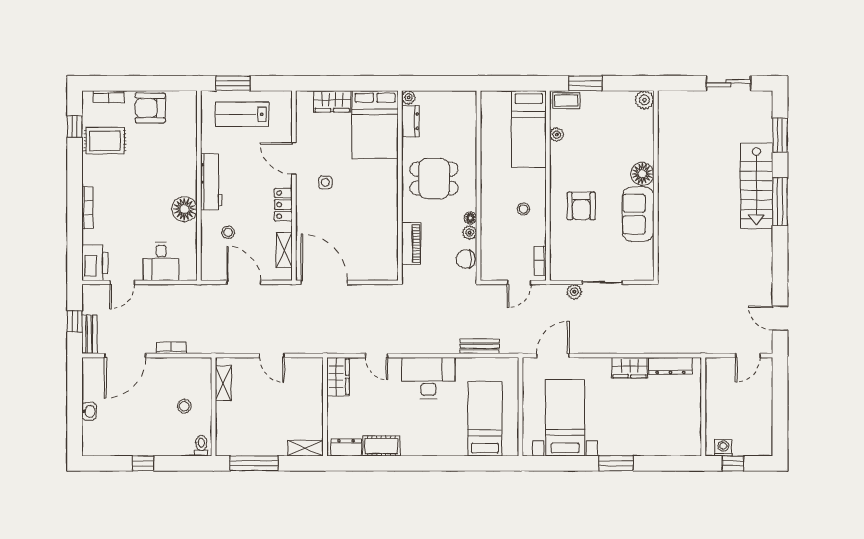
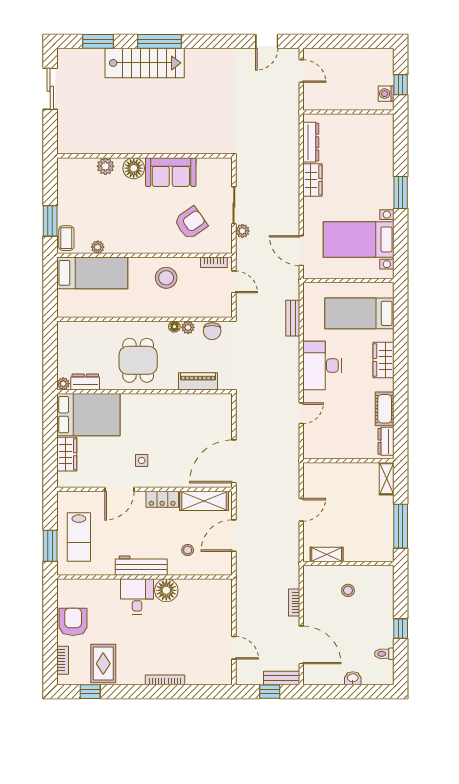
plant: (644, 100) -> (105, 166), moved
armchair: (150, 108) -> (73, 622), turned 180
armchair: (581, 206) -> (191, 223), moved, turned -35
stool: (523, 209) -> (166, 278), width x1.89, depth x1.89
shelving: (284, 250) -> (204, 501), width x1.50, depth x1.33
desk: (161, 261) -> (137, 596), moved, turned -90
printer: (95, 263) -> (216, 673), removed
wardrobe: (338, 377) -> (384, 360), moved, turned -90
toilet: (201, 446) -> (384, 654), moved

